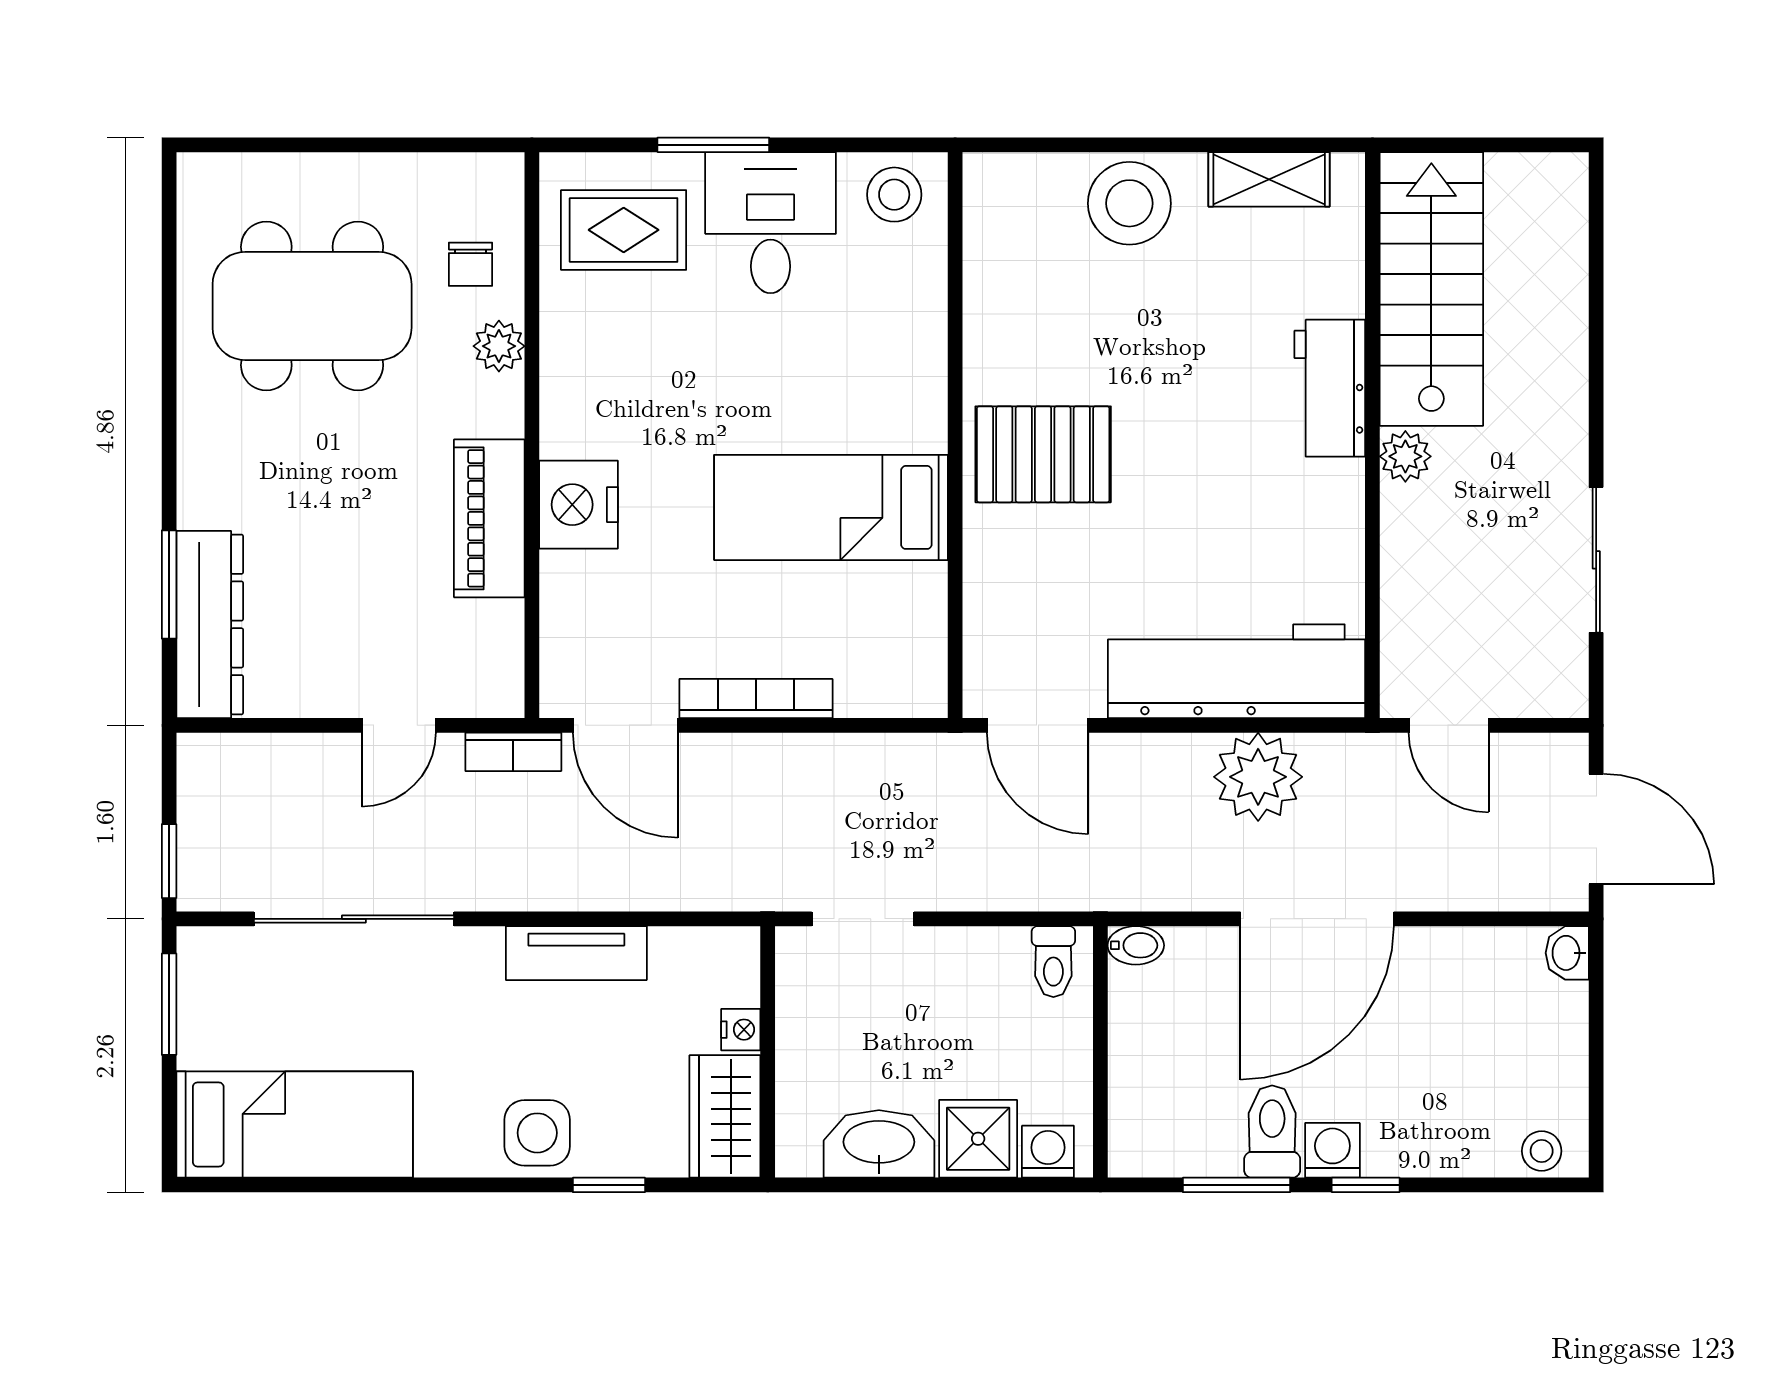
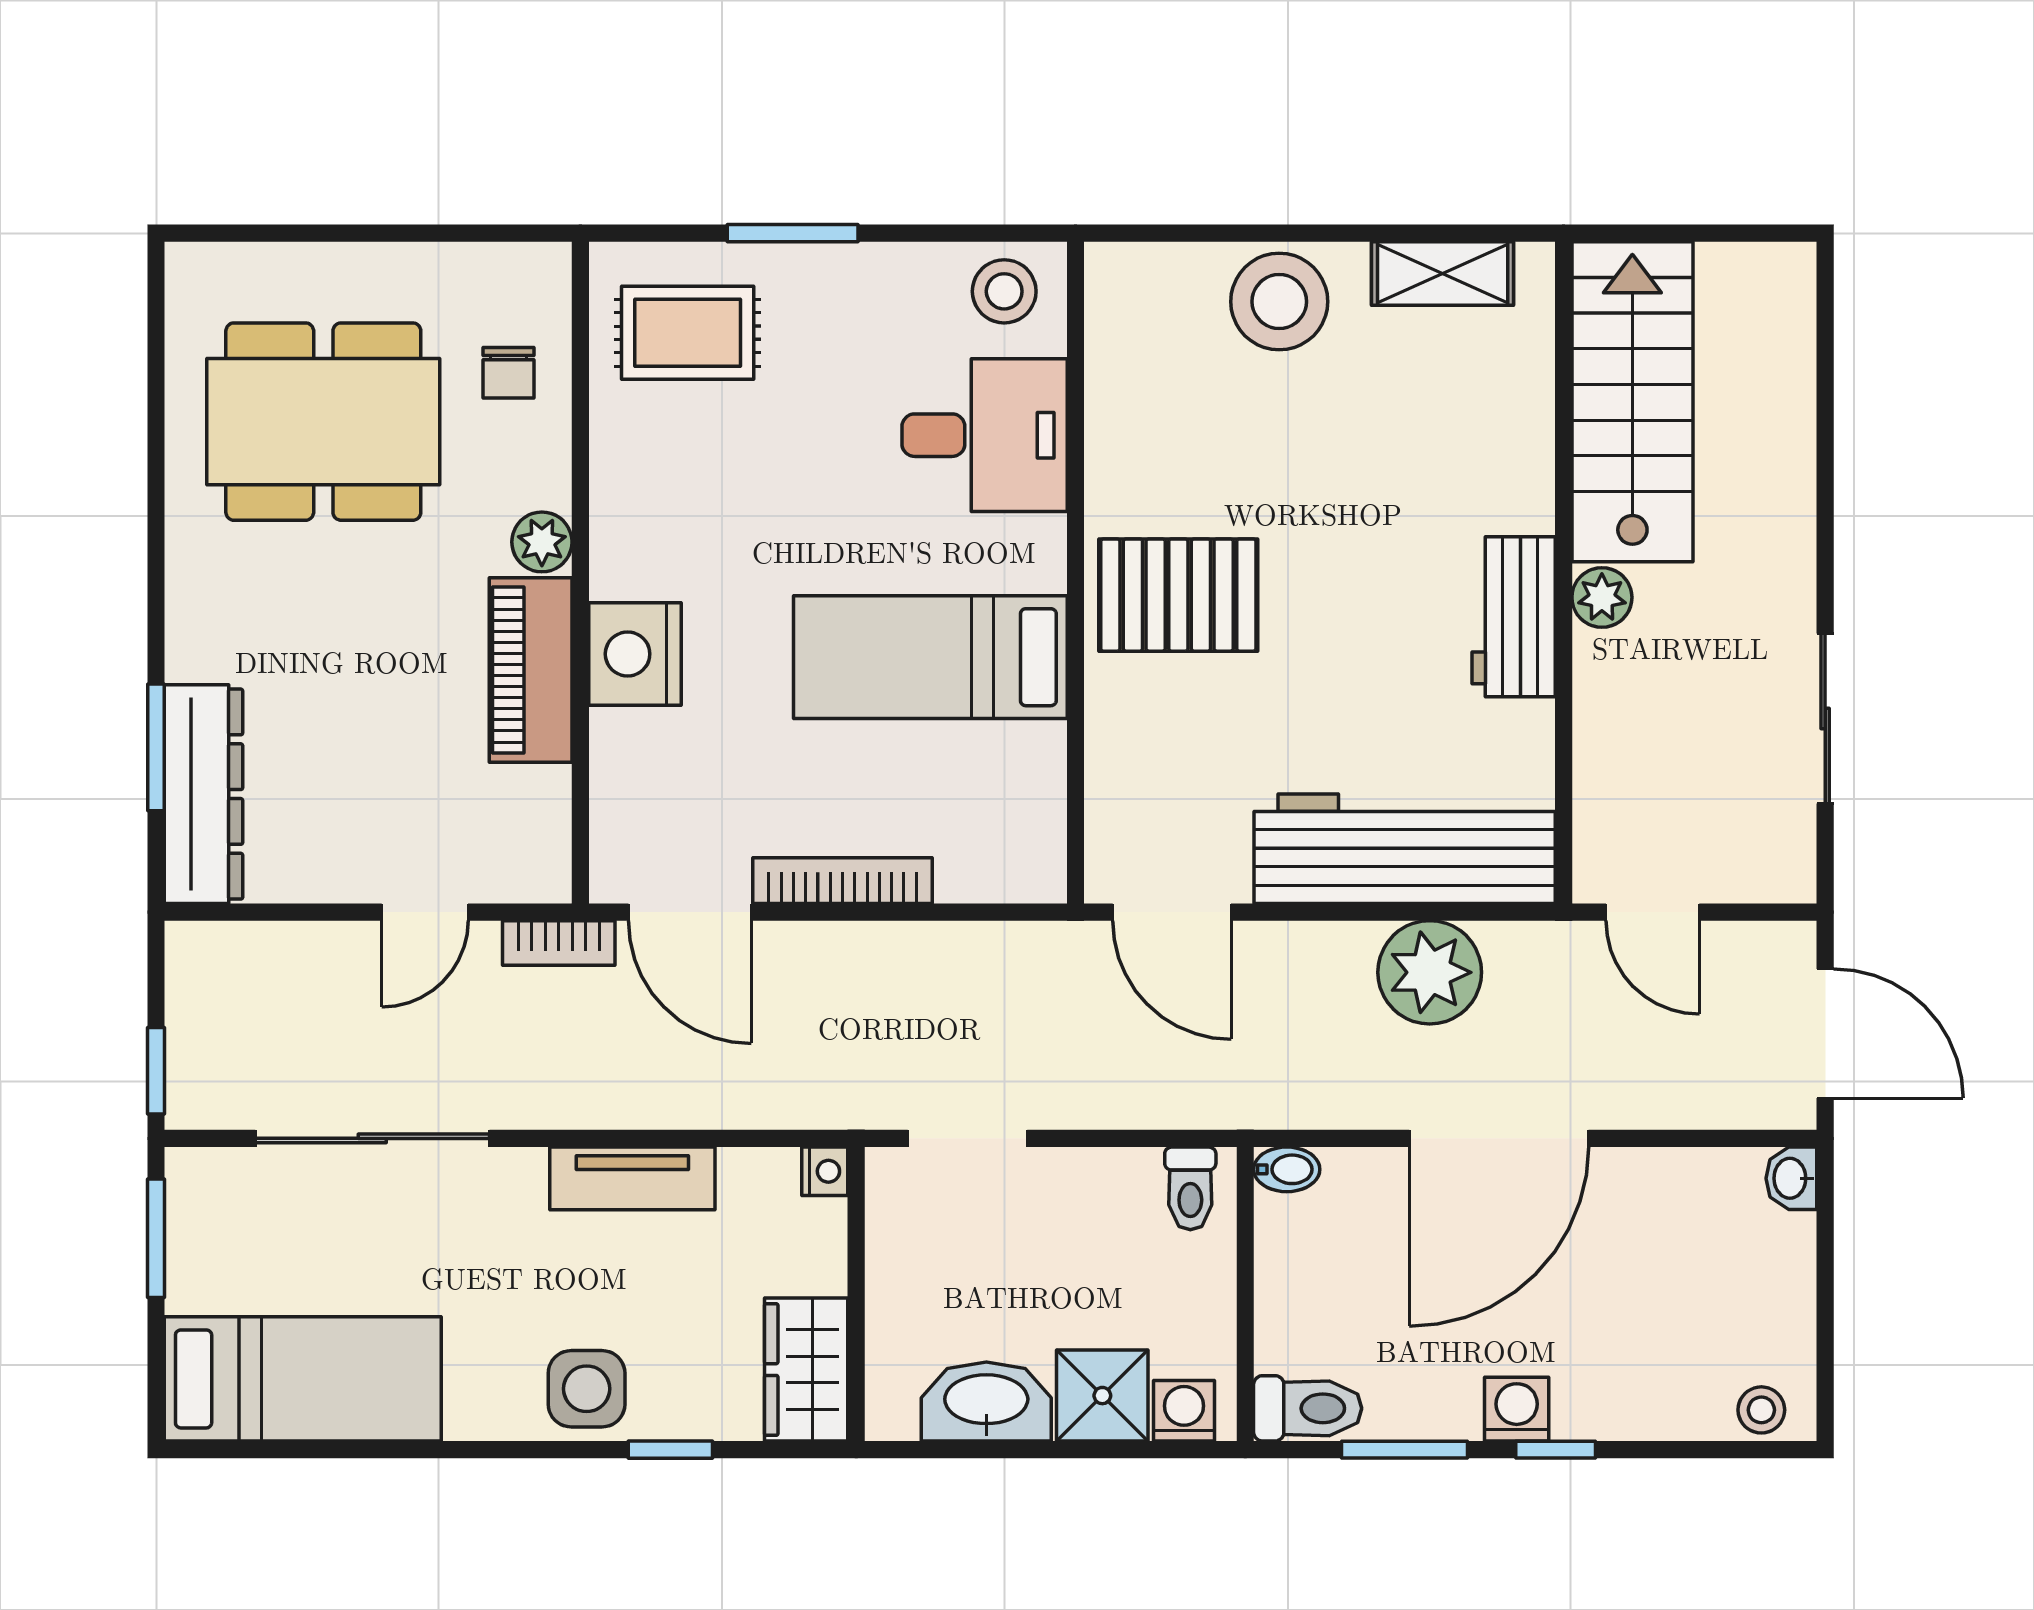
desk: (771, 223) -> (985, 435), moved, turned 90
plant: (499, 346) -> (542, 542), moved
workbench: (1330, 388) -> (1514, 617), moved
nightstand: (741, 1030) -> (825, 1171), moved
toilet: (1272, 1132) -> (1308, 1408), moved, turned 90

